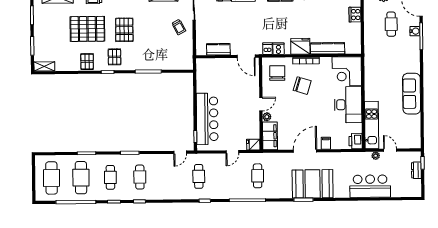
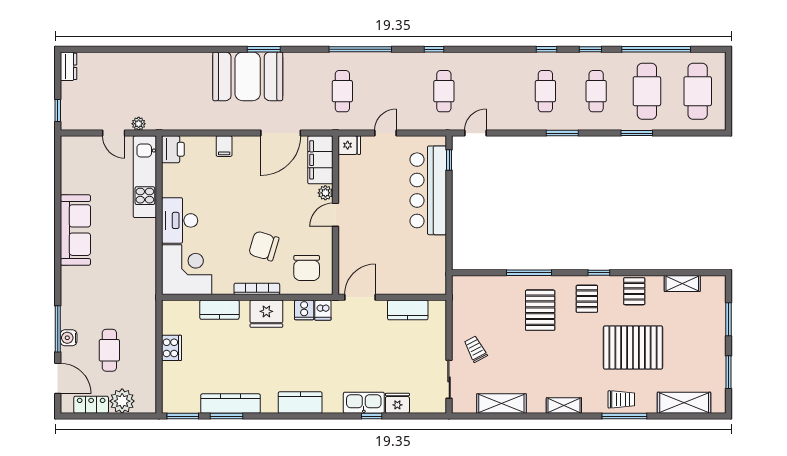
cooker: (355, 15) -> (172, 348), moved
pallet: (124, 30) -> (540, 310), moved
kitchen counter: (328, 48) -> (219, 310), width x0.67
door: (246, 56) -> (360, 297), hinge flipped
shelving: (44, 66) -> (682, 283), moved
desk: (348, 105) -> (180, 220), width x0.73, depth x0.77
door: (305, 151) -> (281, 133), moved
dresser: (416, 170) -> (68, 66), moved
bar counter: (370, 186) -> (149, 71), removed

